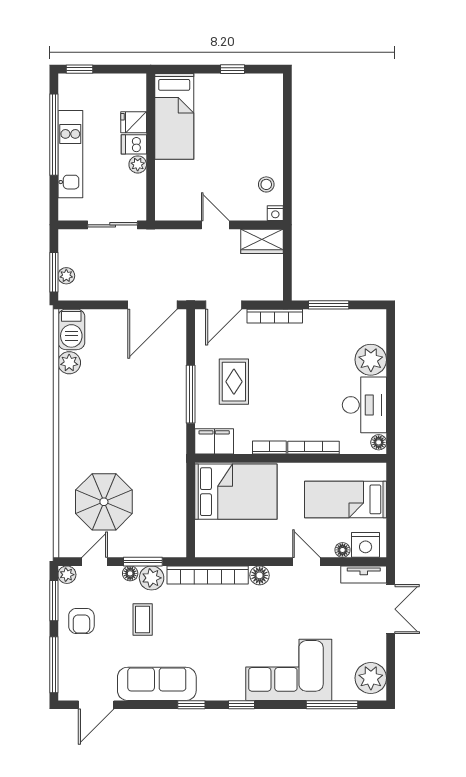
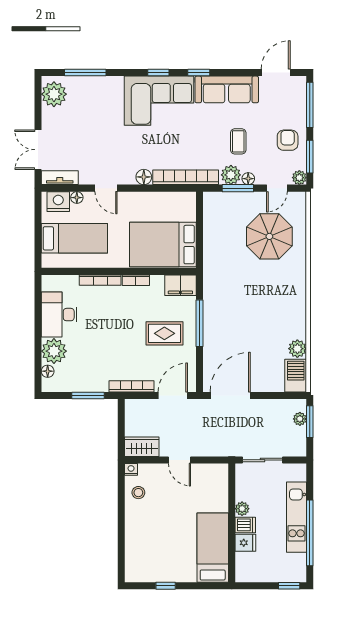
rug: (234, 382) -> (164, 333), turned 90
floor lamp: (379, 442) -> (48, 371), moved
corner sofa: (289, 670) -> (159, 101), moved

